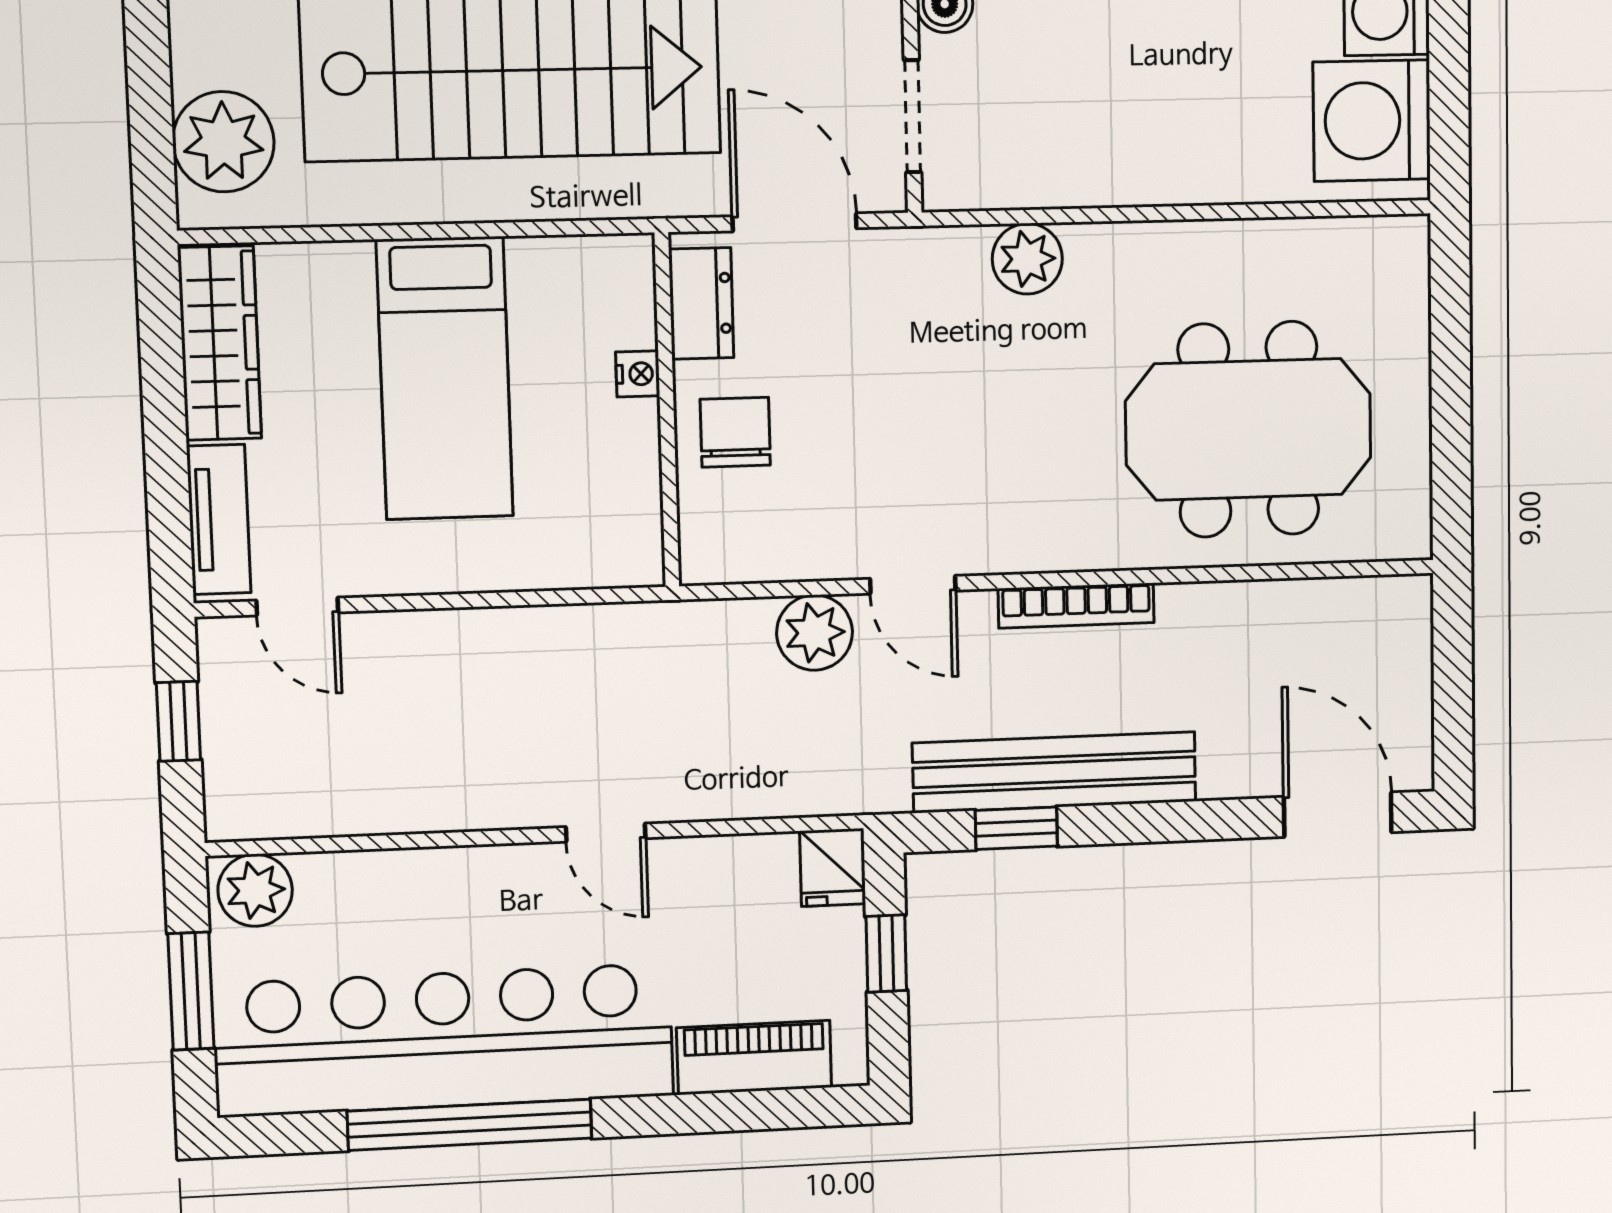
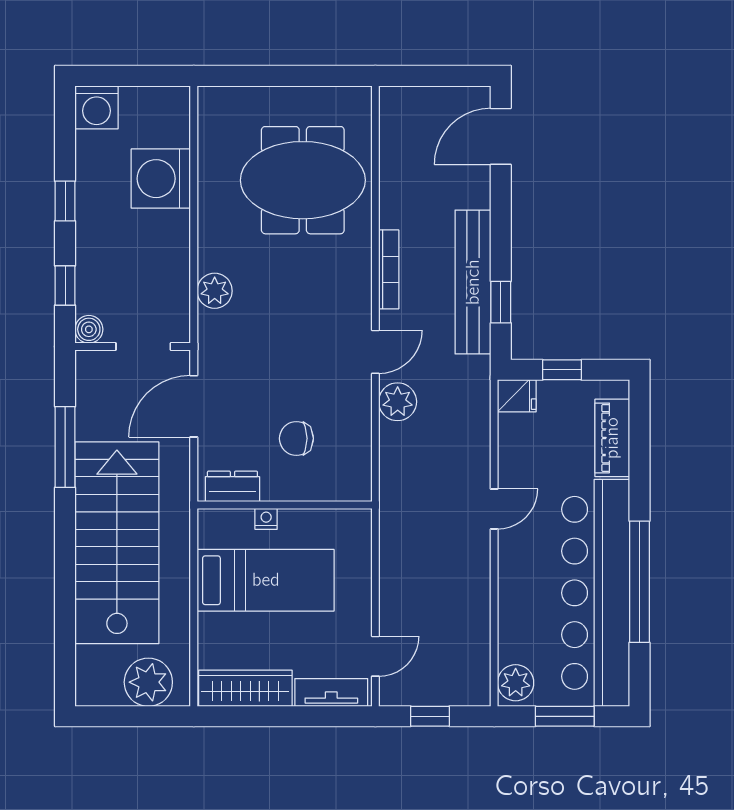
washing machine: (1372, 121) -> (161, 179), moved, turned 90
dresser: (701, 303) -> (232, 486), moved
nightstand: (638, 374) -> (266, 519), moved
wall: (667, 410) -> (285, 505), moved
meeting table: (1248, 429) -> (303, 180), turned 90

